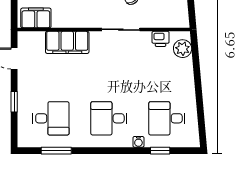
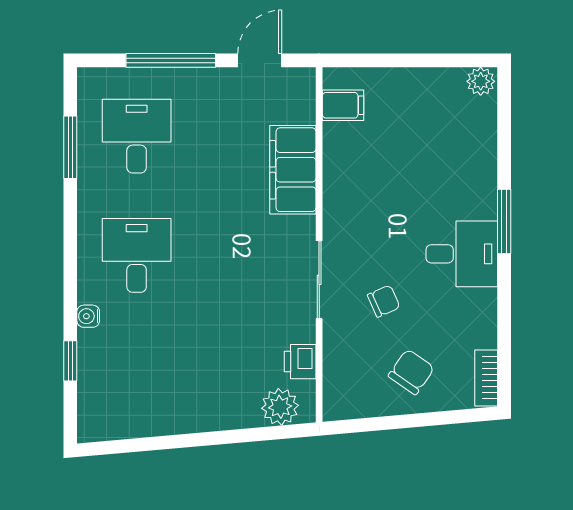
filing cabinet: (36, 18) -> (343, 105), width x0.50
window: (14, 102) -> (171, 60), width x2.17
desk: (51, 118) -> (137, 136), turned 180
desk: (167, 118) -> (137, 375), removed

